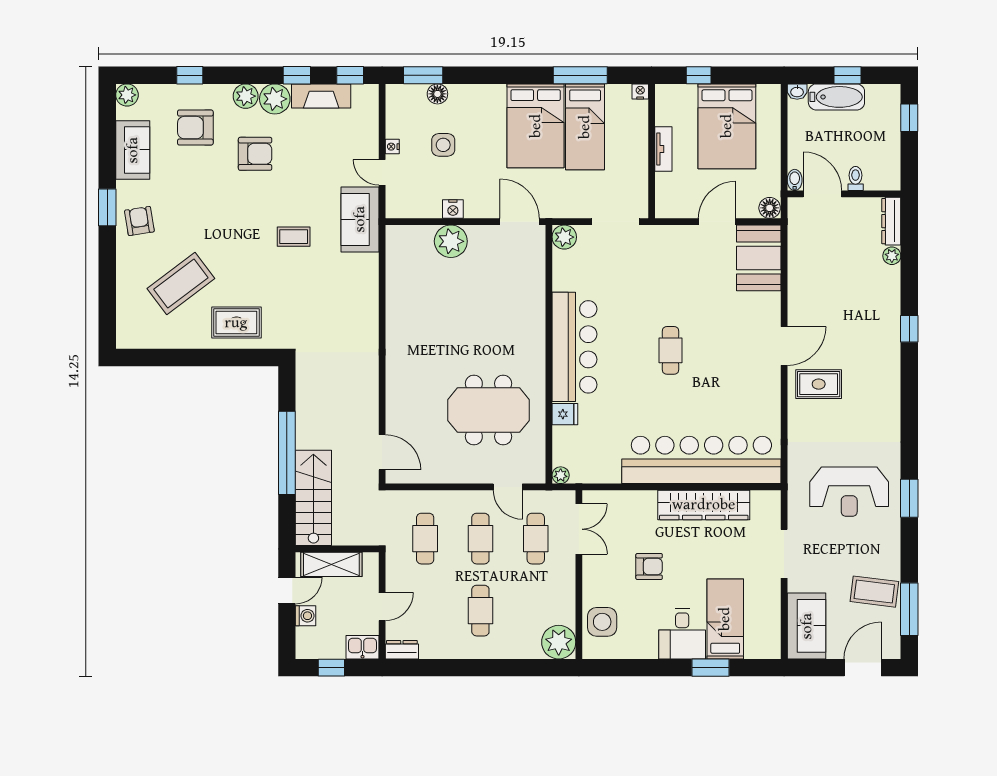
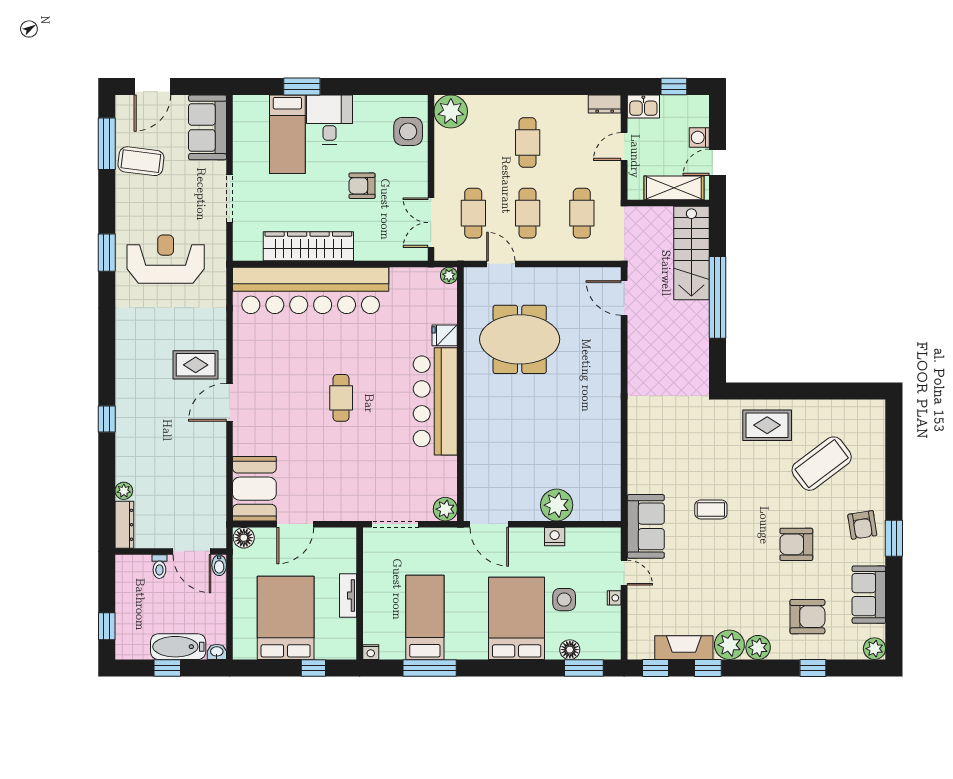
bed: (536, 126) -> (517, 618), moved
armchair: (255, 154) -> (796, 544), moved

